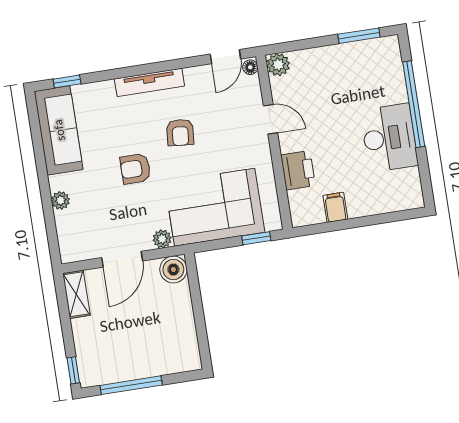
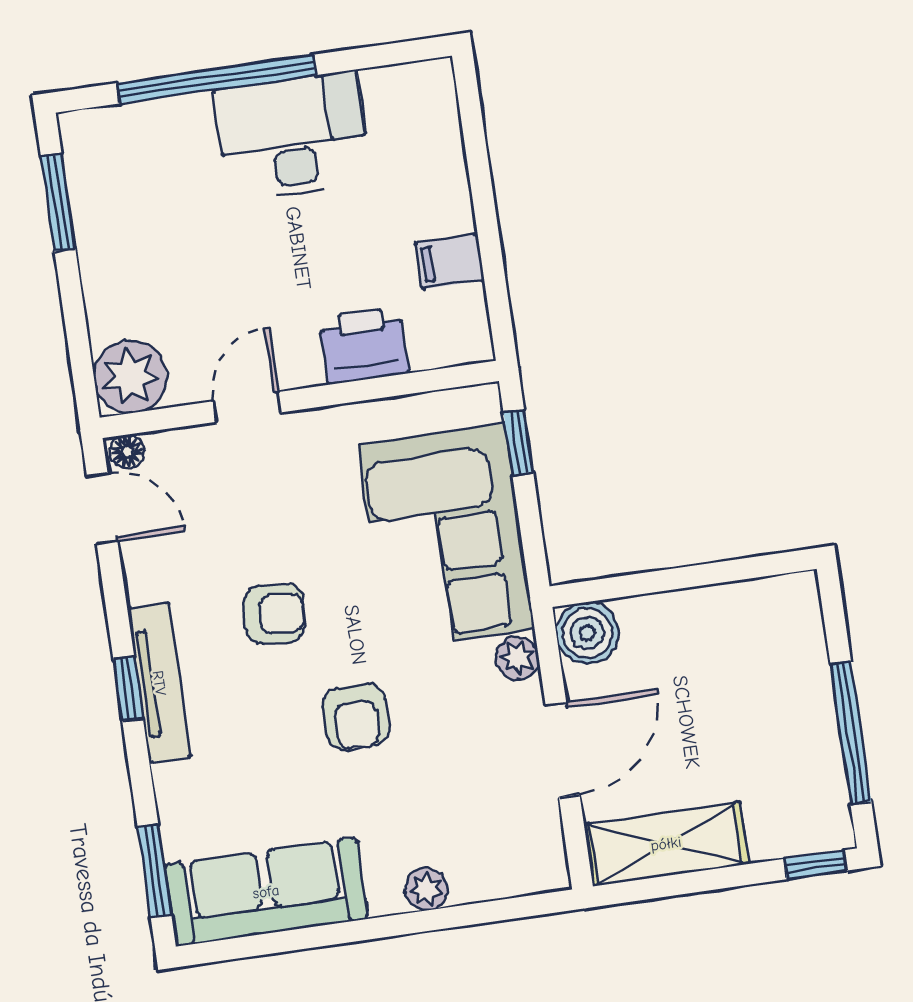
plant: (278, 65) -> (130, 377), width x1.36, depth x1.36
window: (147, 69) -> (128, 689), added
window: (67, 81) -> (154, 871), width x1.50
door: (122, 259) -> (563, 750), hinge flipped
shelving: (76, 294) -> (666, 844), width x1.50, depth x1.33

